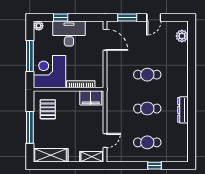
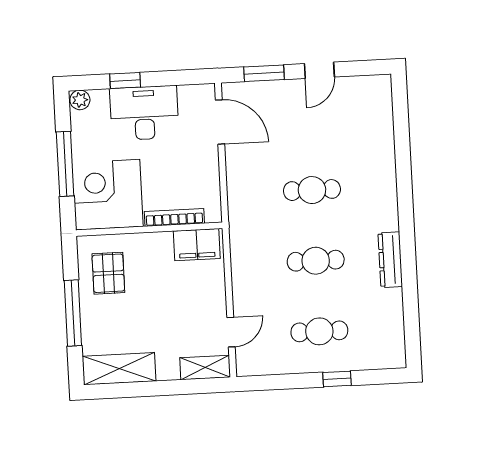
plant: (182, 36) -> (380, 106), removed

